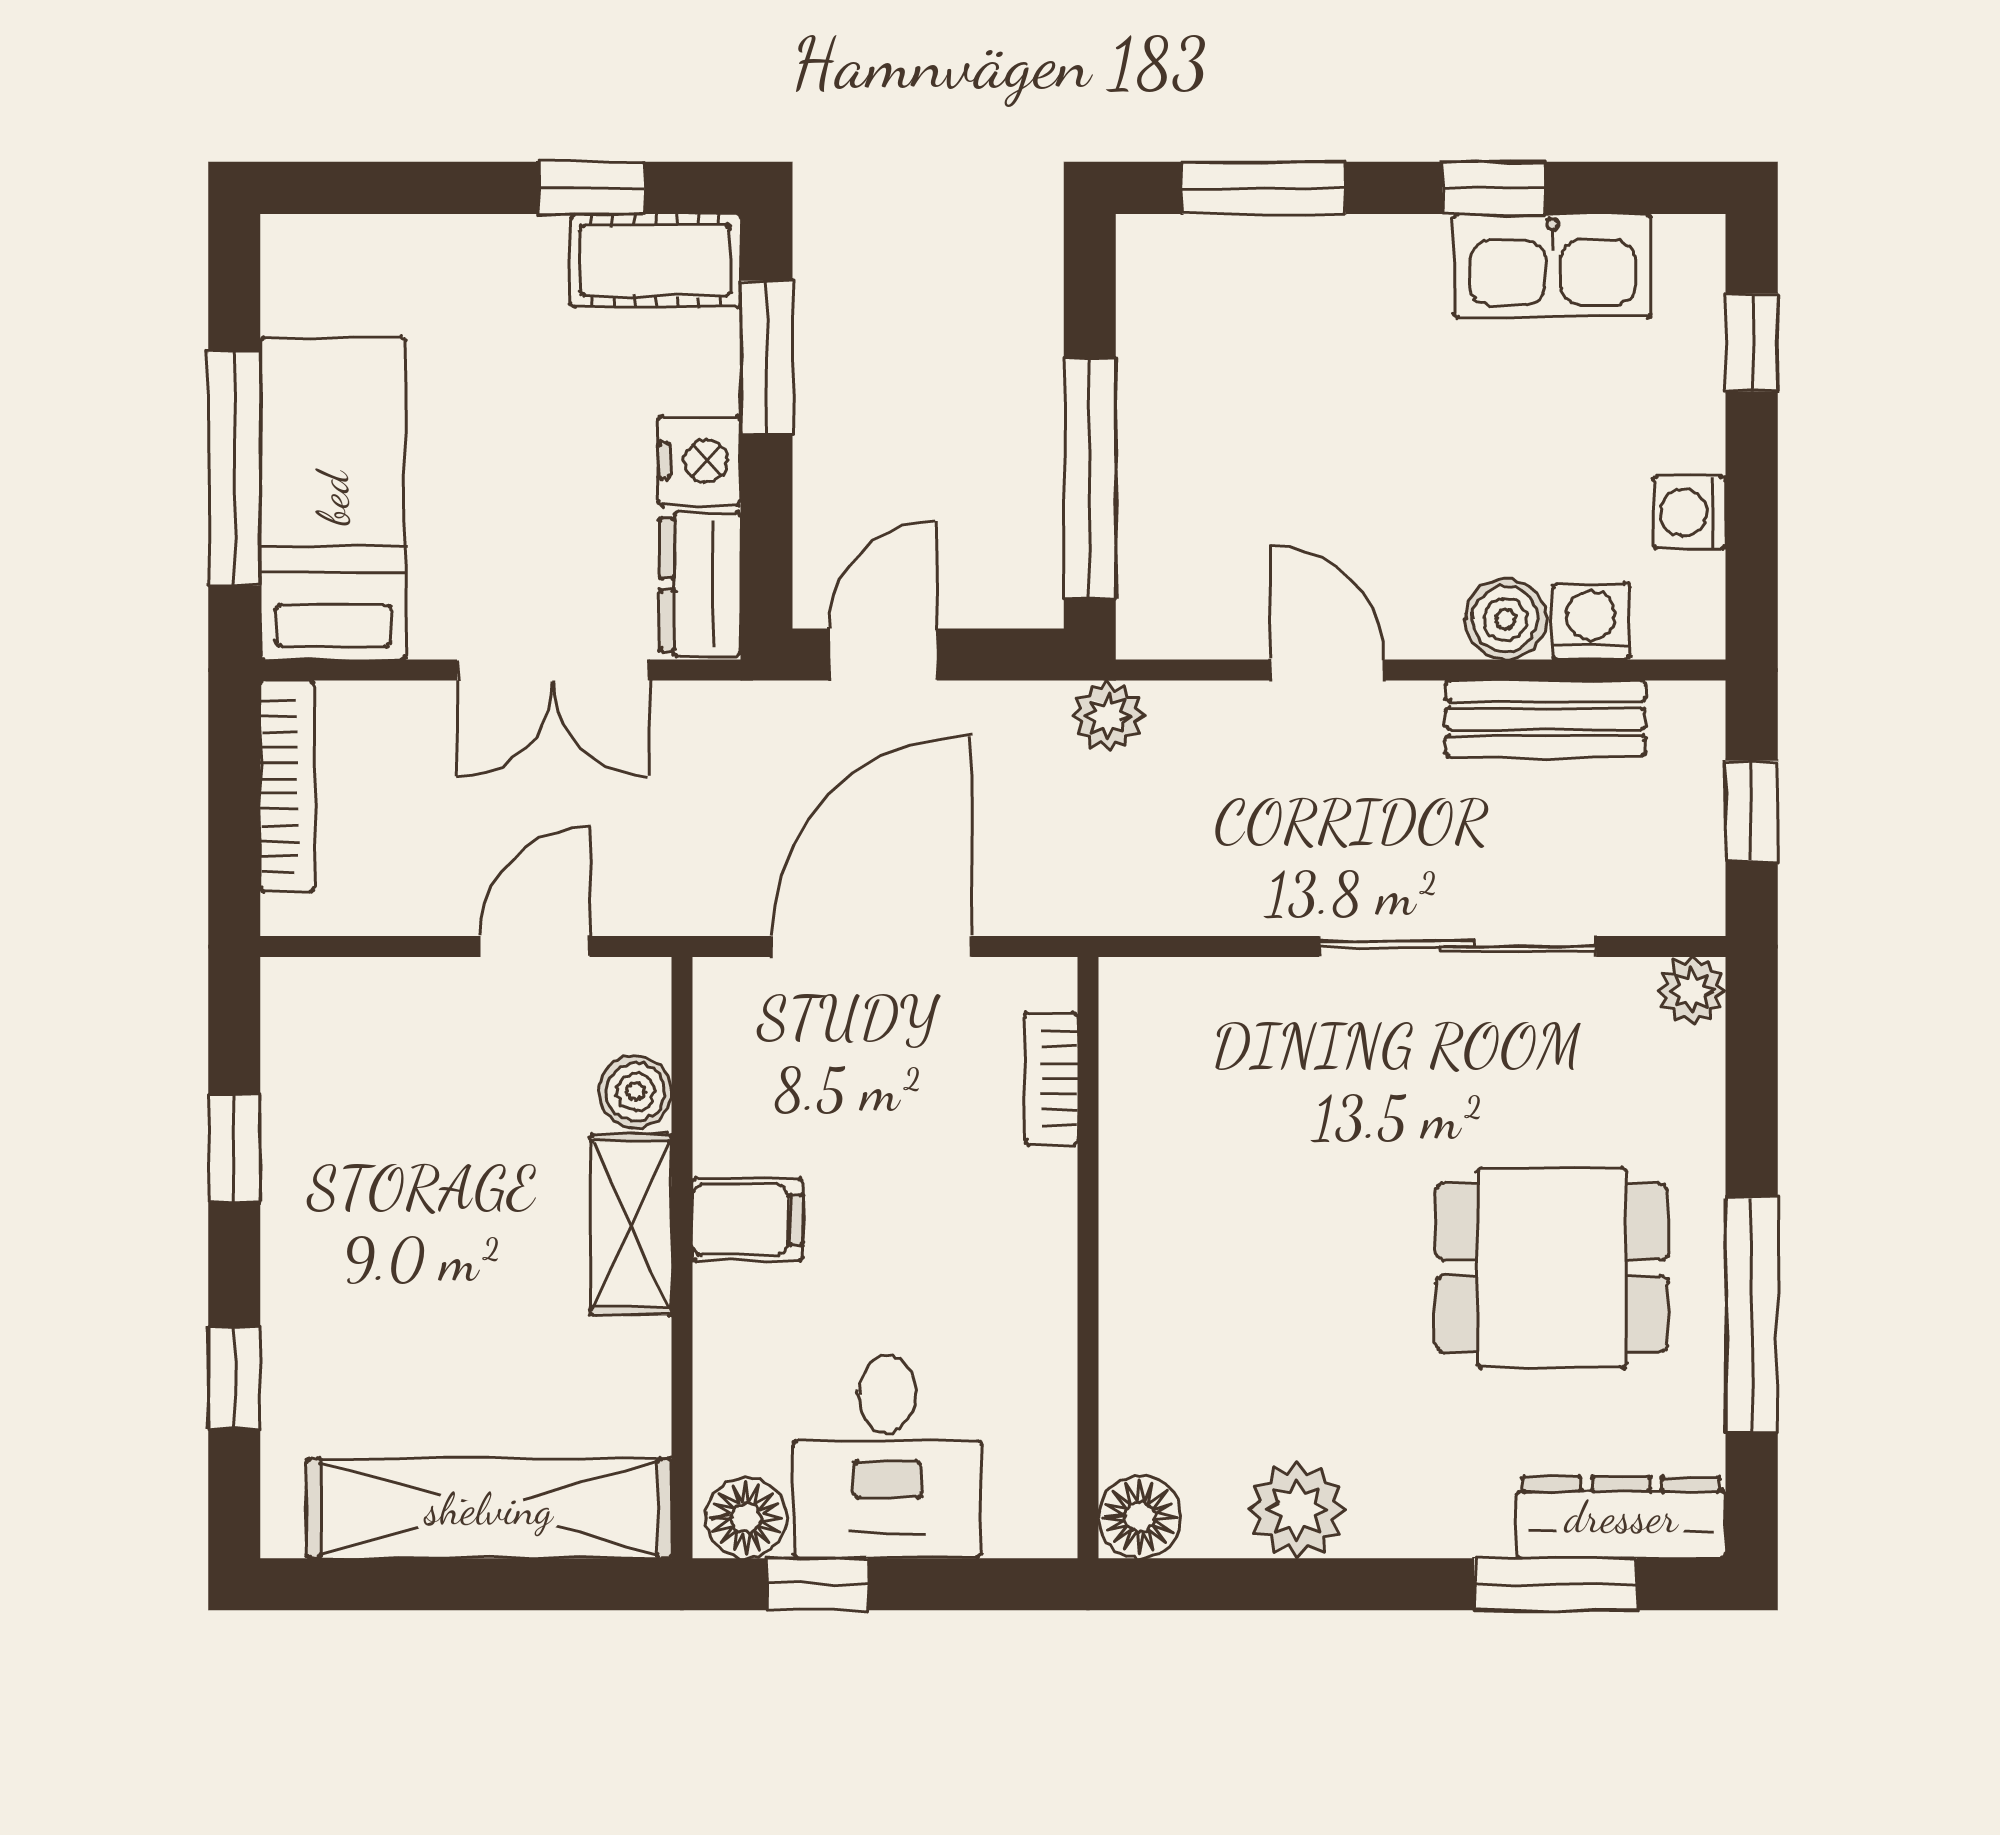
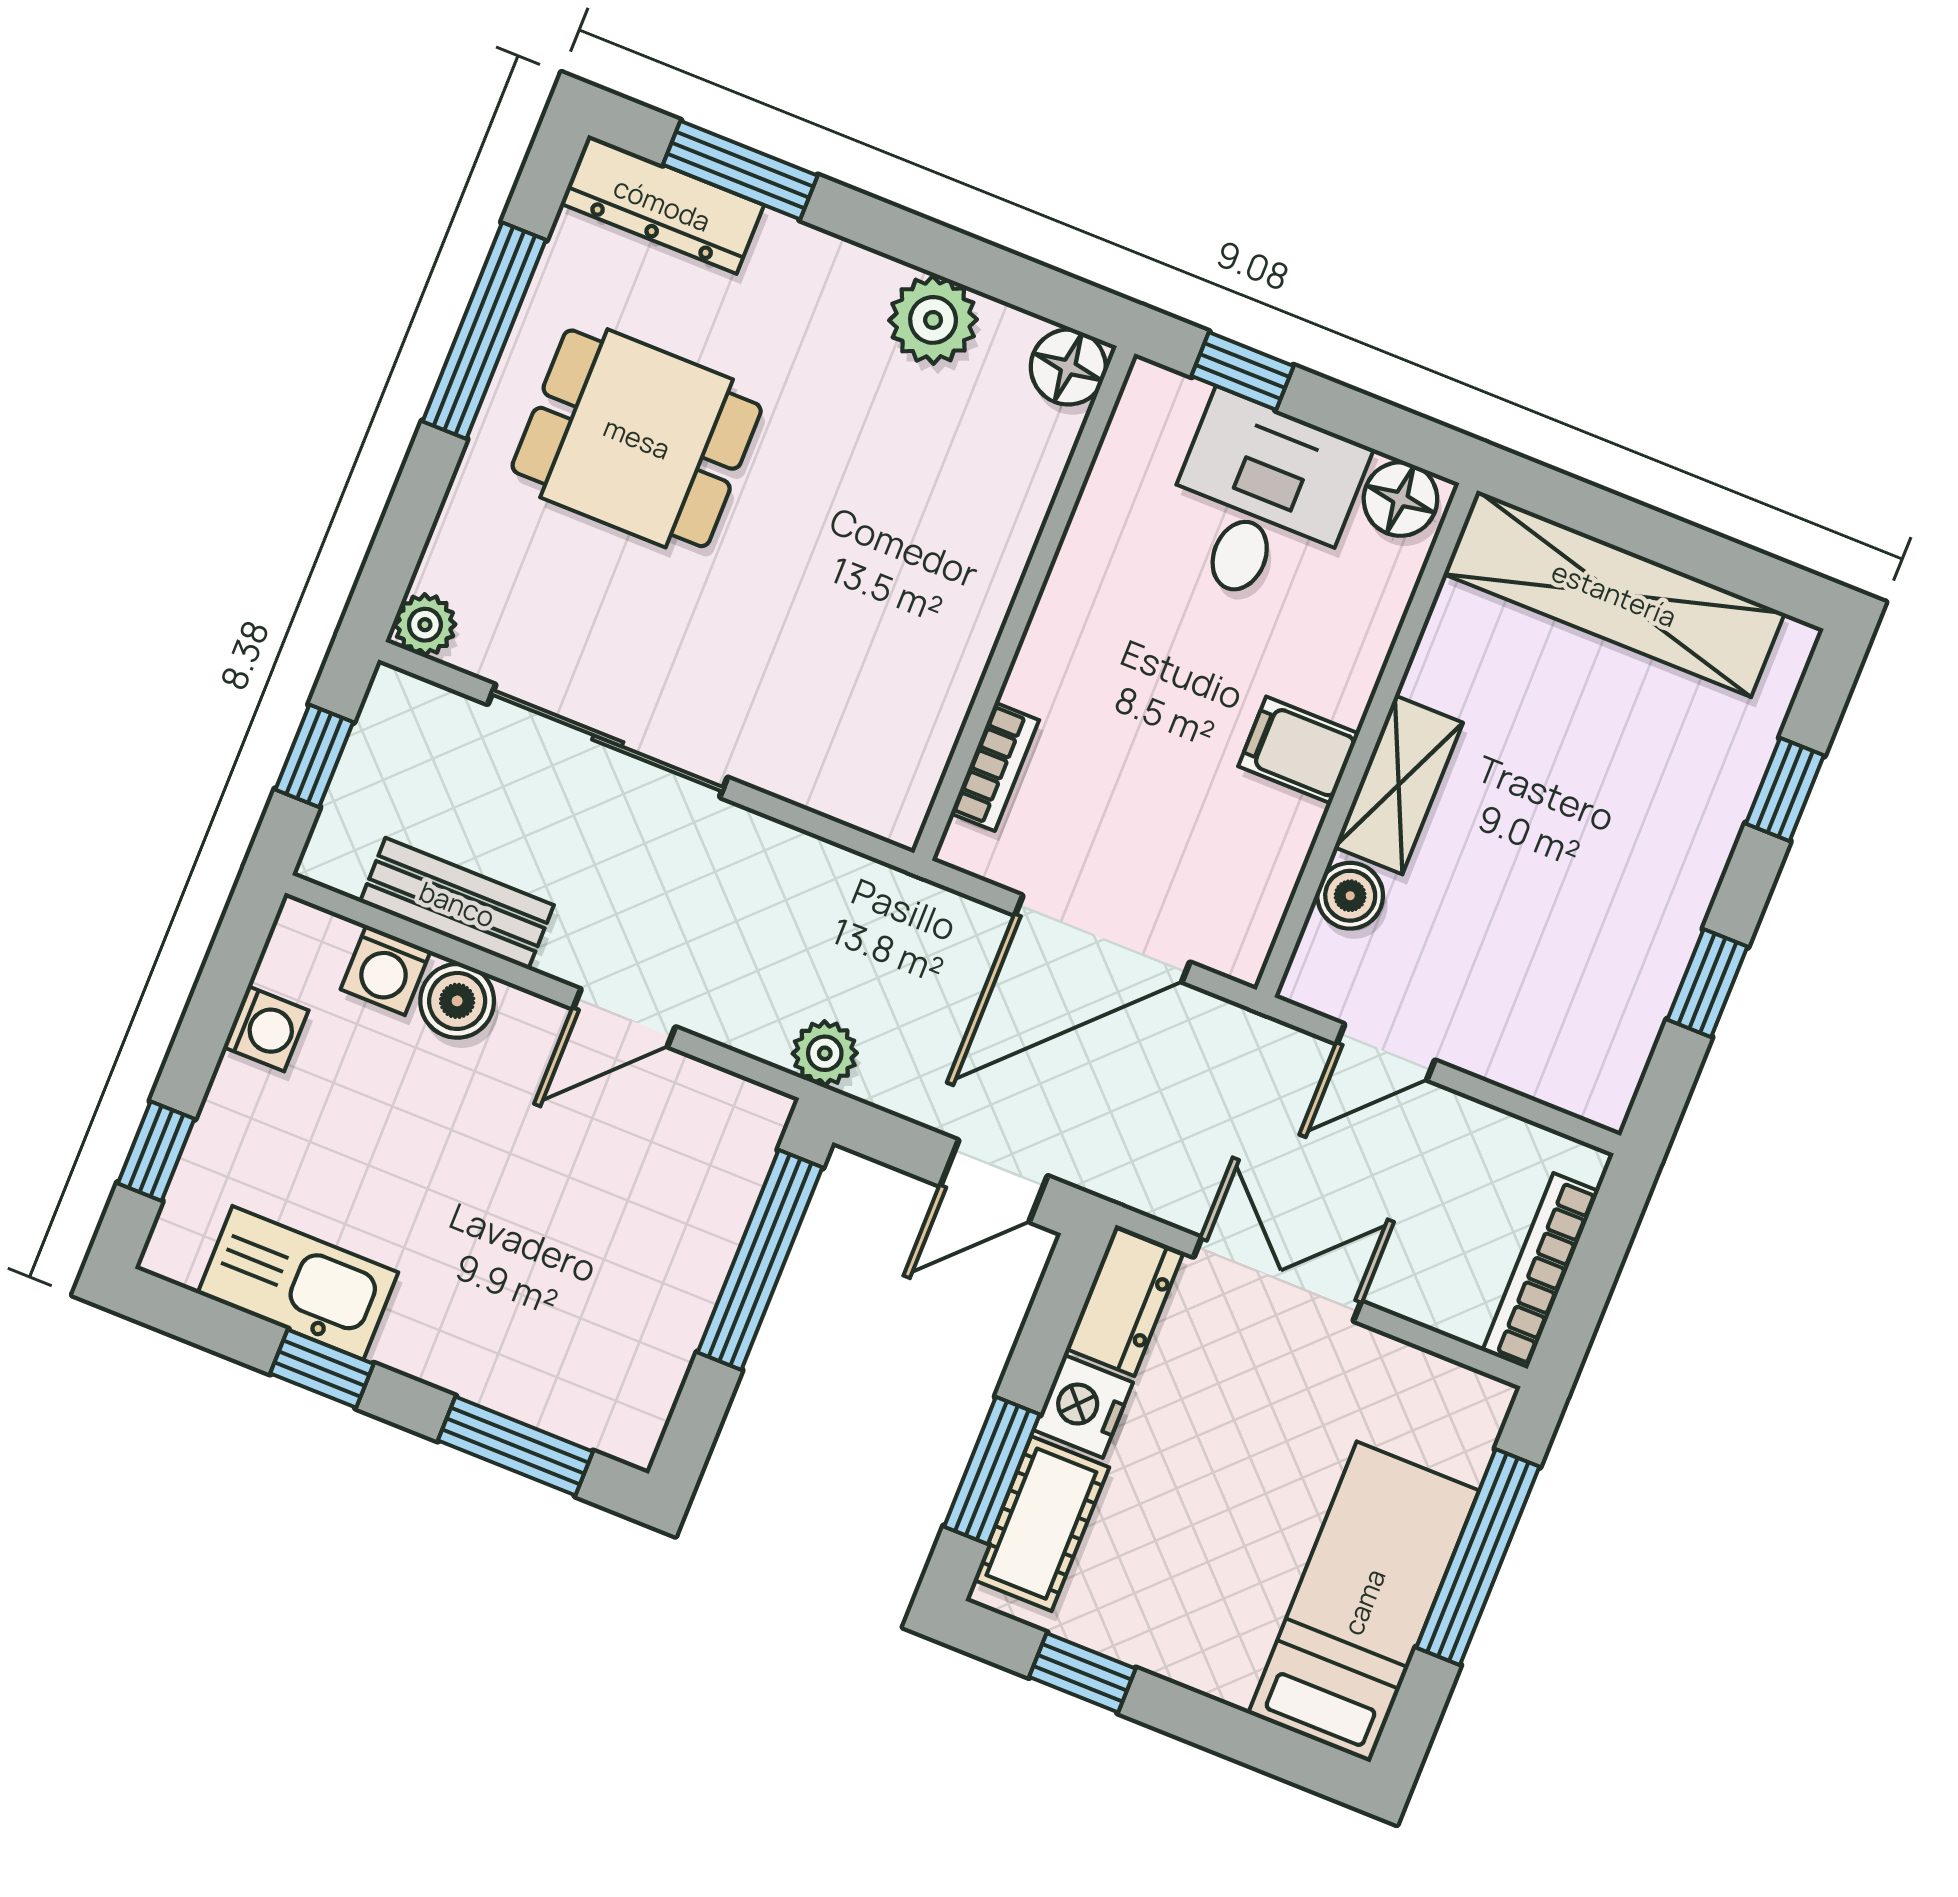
cot: (655, 260) -> (1041, 1524), moved, turned 90
bed: (333, 498) -> (1364, 1602), moved, turned 180
door: (1328, 670) -> (624, 1018), hinge flipped
window: (817, 1584) -> (1242, 371), moved

